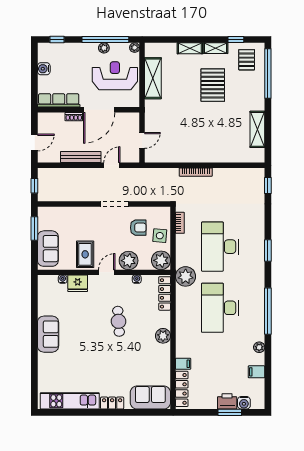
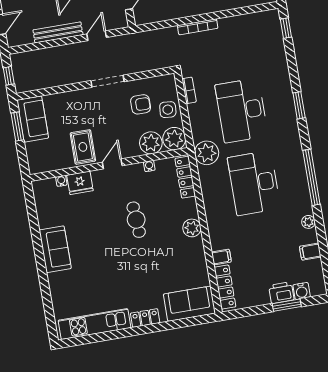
sofa: (48, 249) -> (33, 119), moved
plant: (129, 261) -> (151, 143), moved

